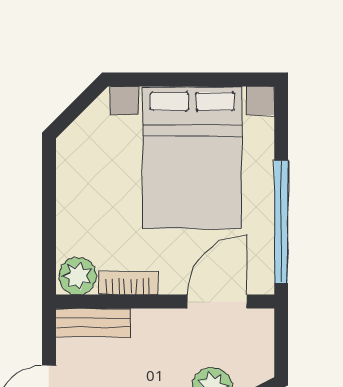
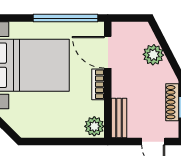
bookcase: (128, 283) -> (98, 84), moved

